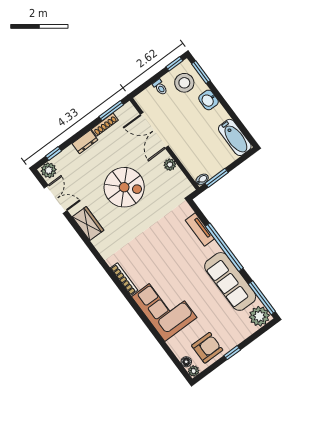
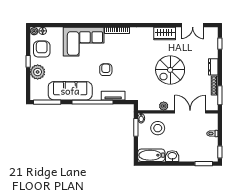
stool: (184, 83) -> (158, 128), moved
washbasin: (208, 100) -> (172, 156), moved
plant: (49, 170) -> (212, 34), removed
armchair: (177, 259) -> (106, 70), added
plant: (259, 316) -> (38, 72), moved
armchair: (207, 348) -> (42, 49), turned 180

